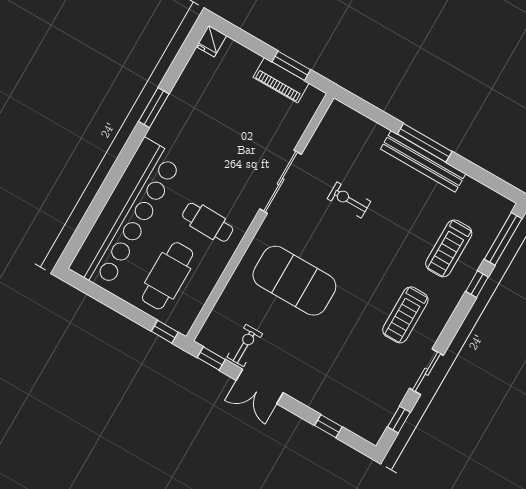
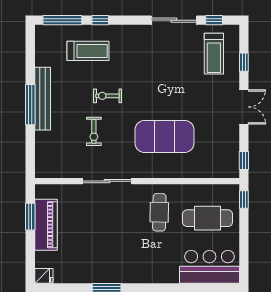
piano: (281, 80) -> (46, 225), width x1.37, depth x1.33
bar counter: (126, 214) -> (209, 267), width x0.54
exercise mat: (294, 281) -> (165, 136), turned 90
treadmill: (405, 315) -> (214, 54), moved, turned 90
exercise bike: (245, 345) -> (108, 96), moved
sliding door: (426, 372) -> (174, 20), width x1.37
double door: (260, 386) -> (244, 107), moved

